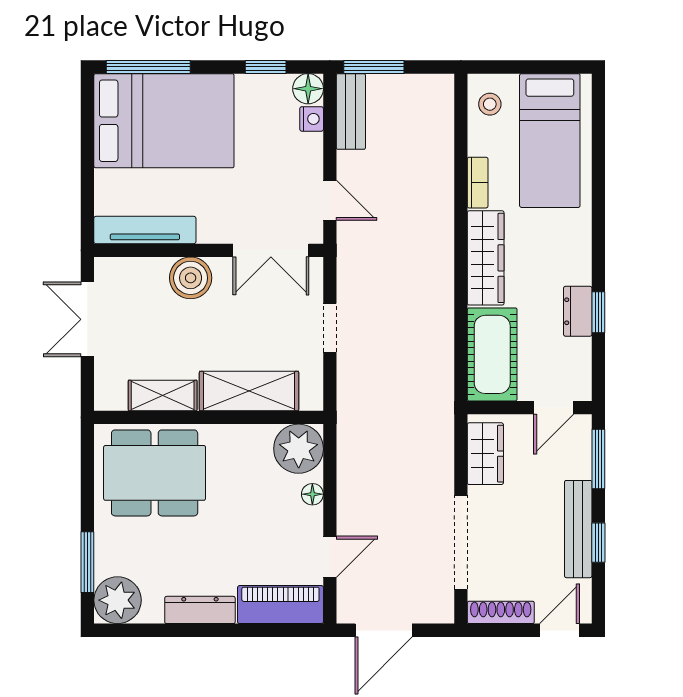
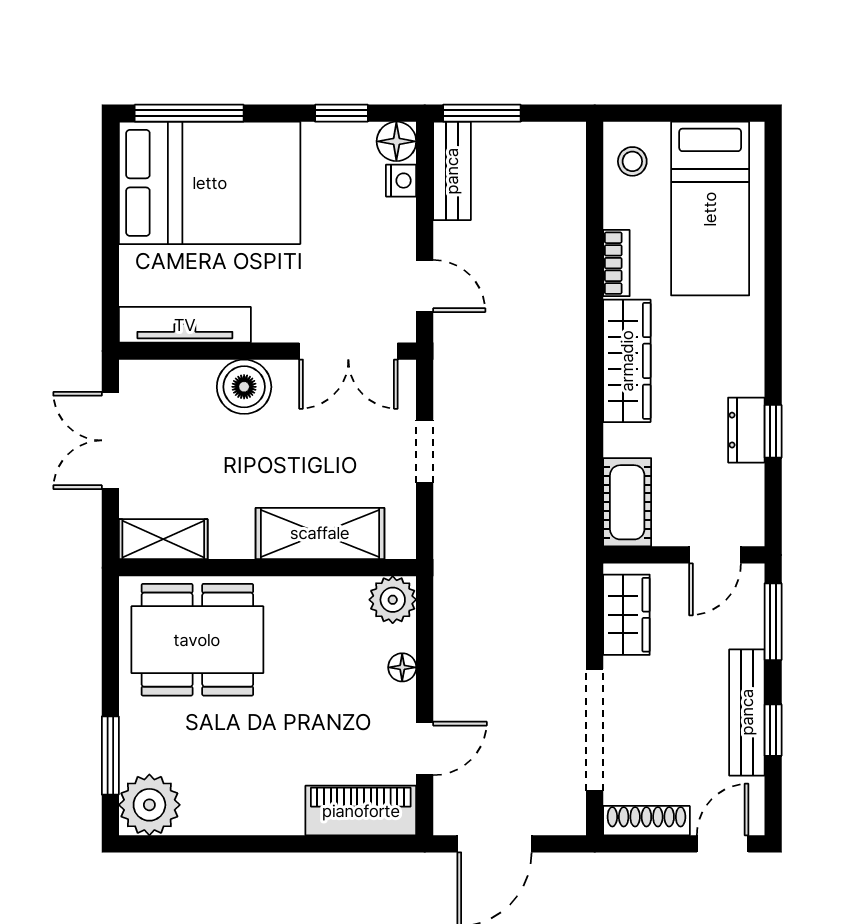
cot: (492, 354) -> (627, 502), width x0.73, depth x0.75
shelving: (163, 395) -> (163, 539), moved
plant: (299, 449) -> (393, 600), width x0.73, depth x0.73
dresser: (200, 610) -> (256, 818), removed

